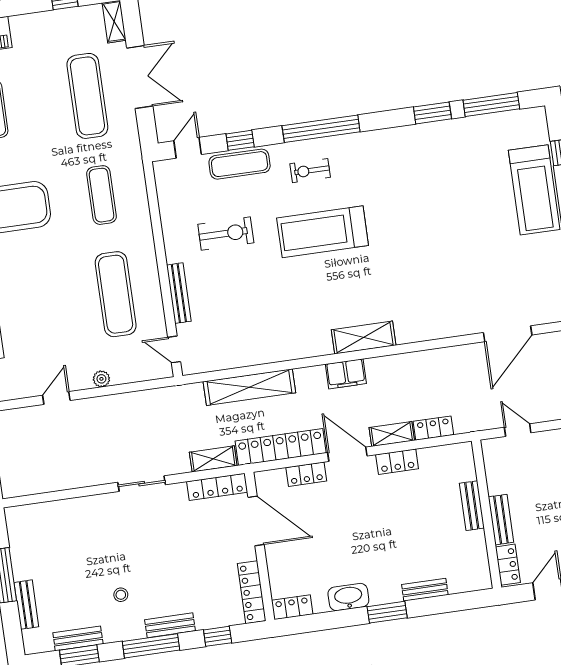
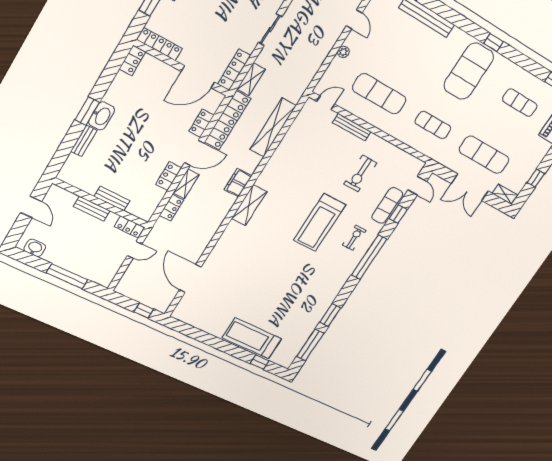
treadmill: (323, 232) -> (320, 223), turned 180
locker: (508, 565) -> (129, 227), moved
washbasin: (348, 597) -> (102, 116), moved

